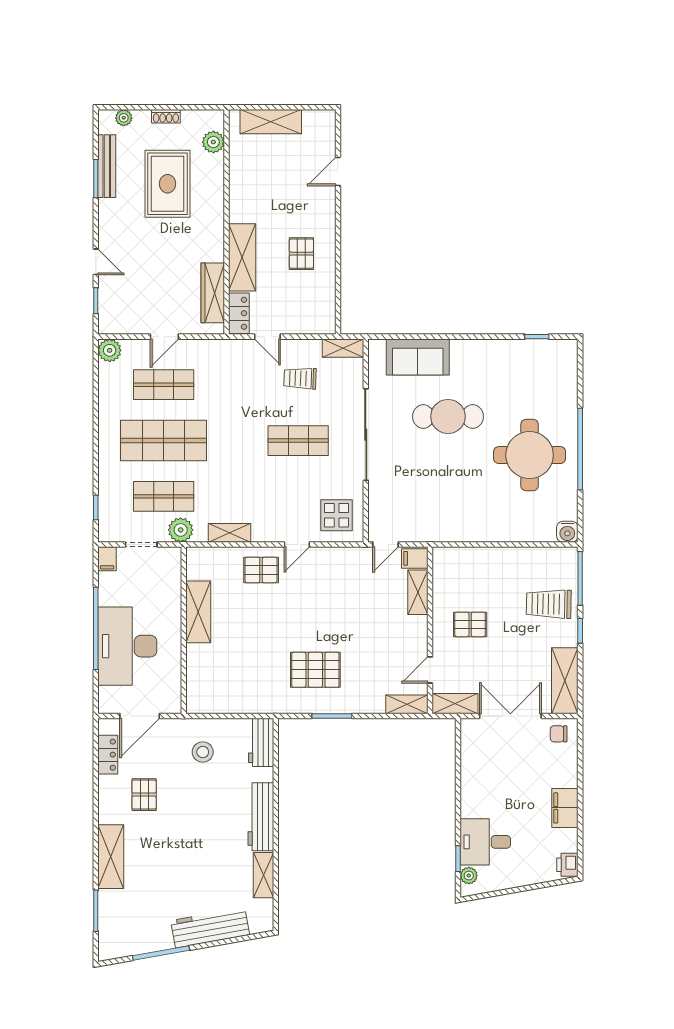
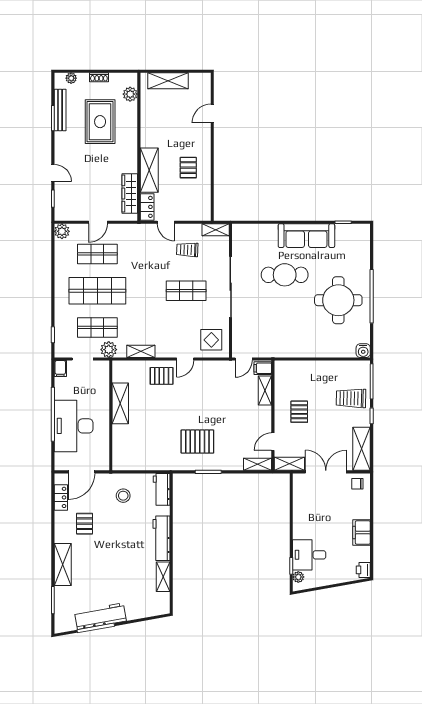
sofa: (418, 357) -> (306, 236), moved, width x1.36
pallet: (470, 624) -> (299, 412), turned 90
workbench: (210, 928) -> (100, 616), moved

